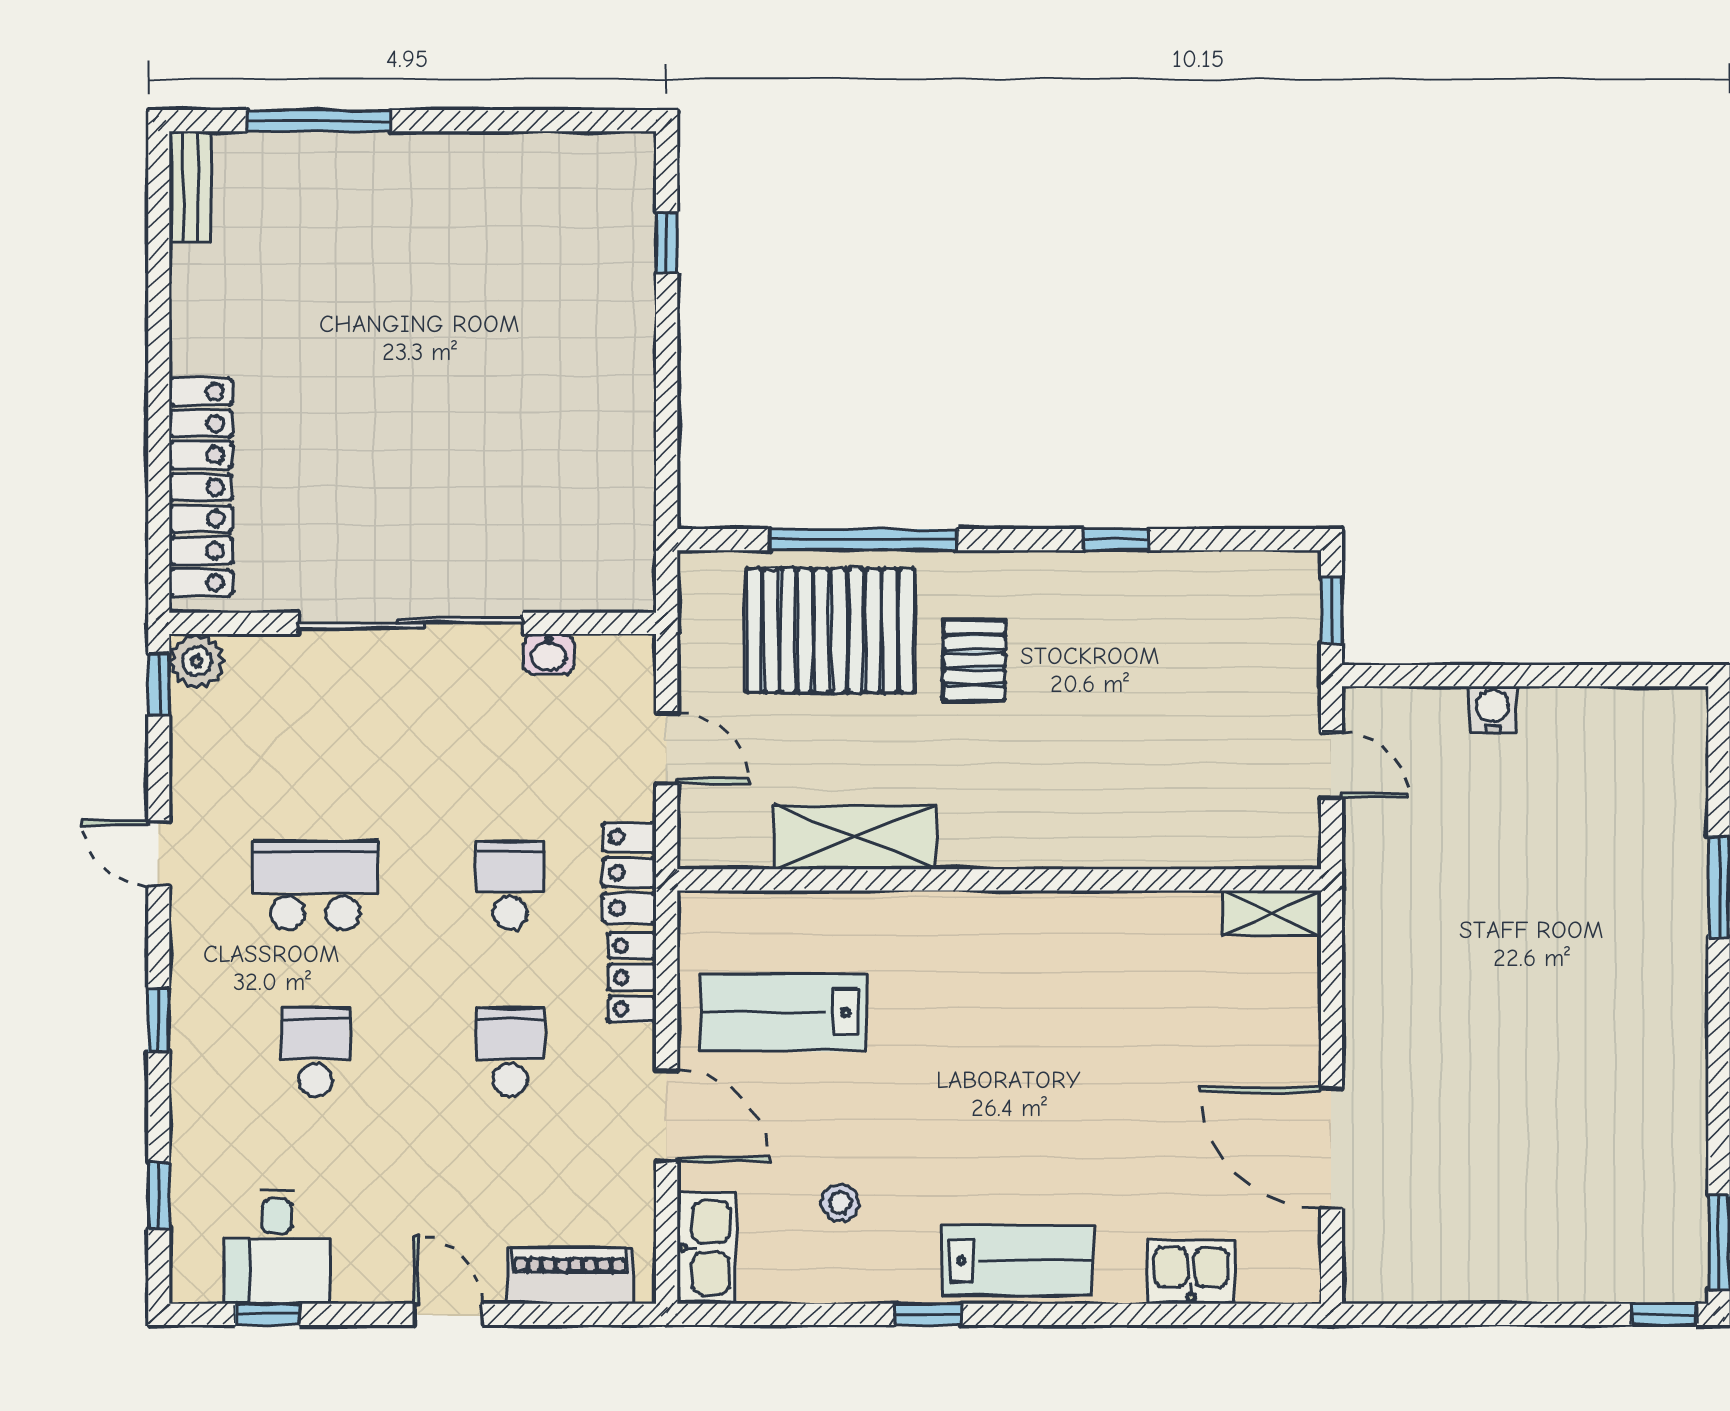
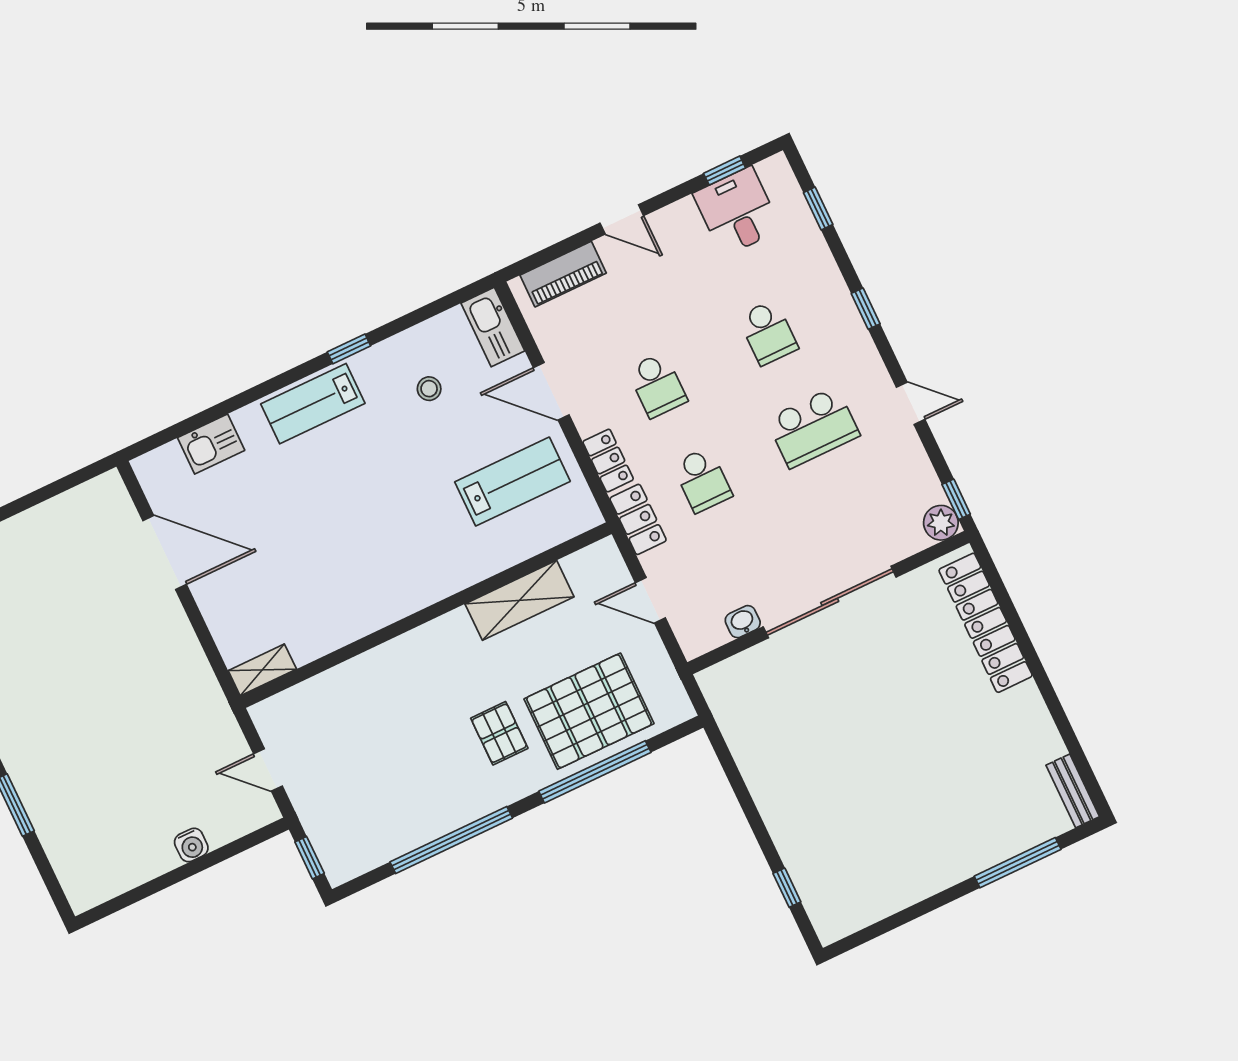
window: (1116, 540) -> (451, 840), width x3.17

